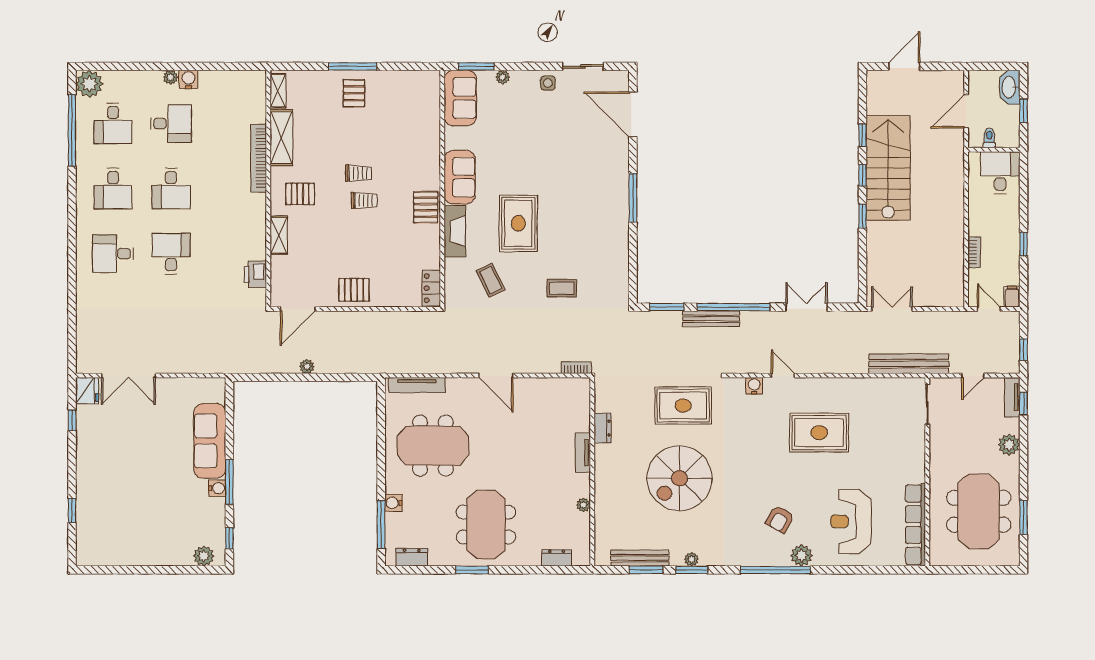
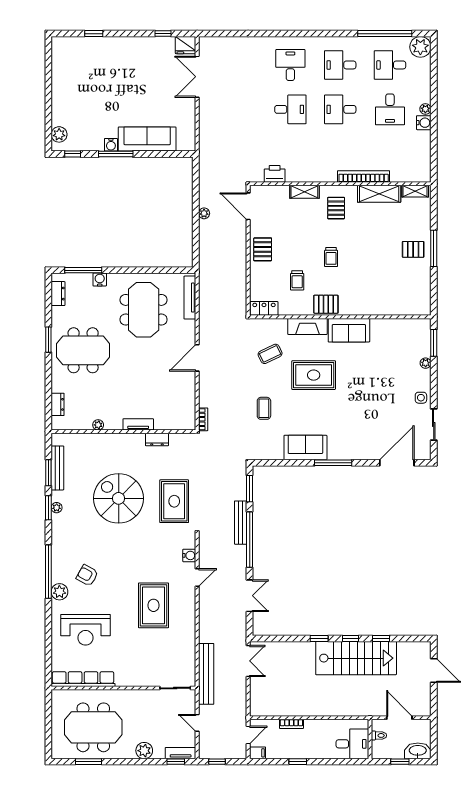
sofa: (460, 98) -> (305, 448), moved, turned 180
trolley: (358, 173) -> (297, 280), moved
reception desk: (851, 521) -> (85, 630), turned 180

